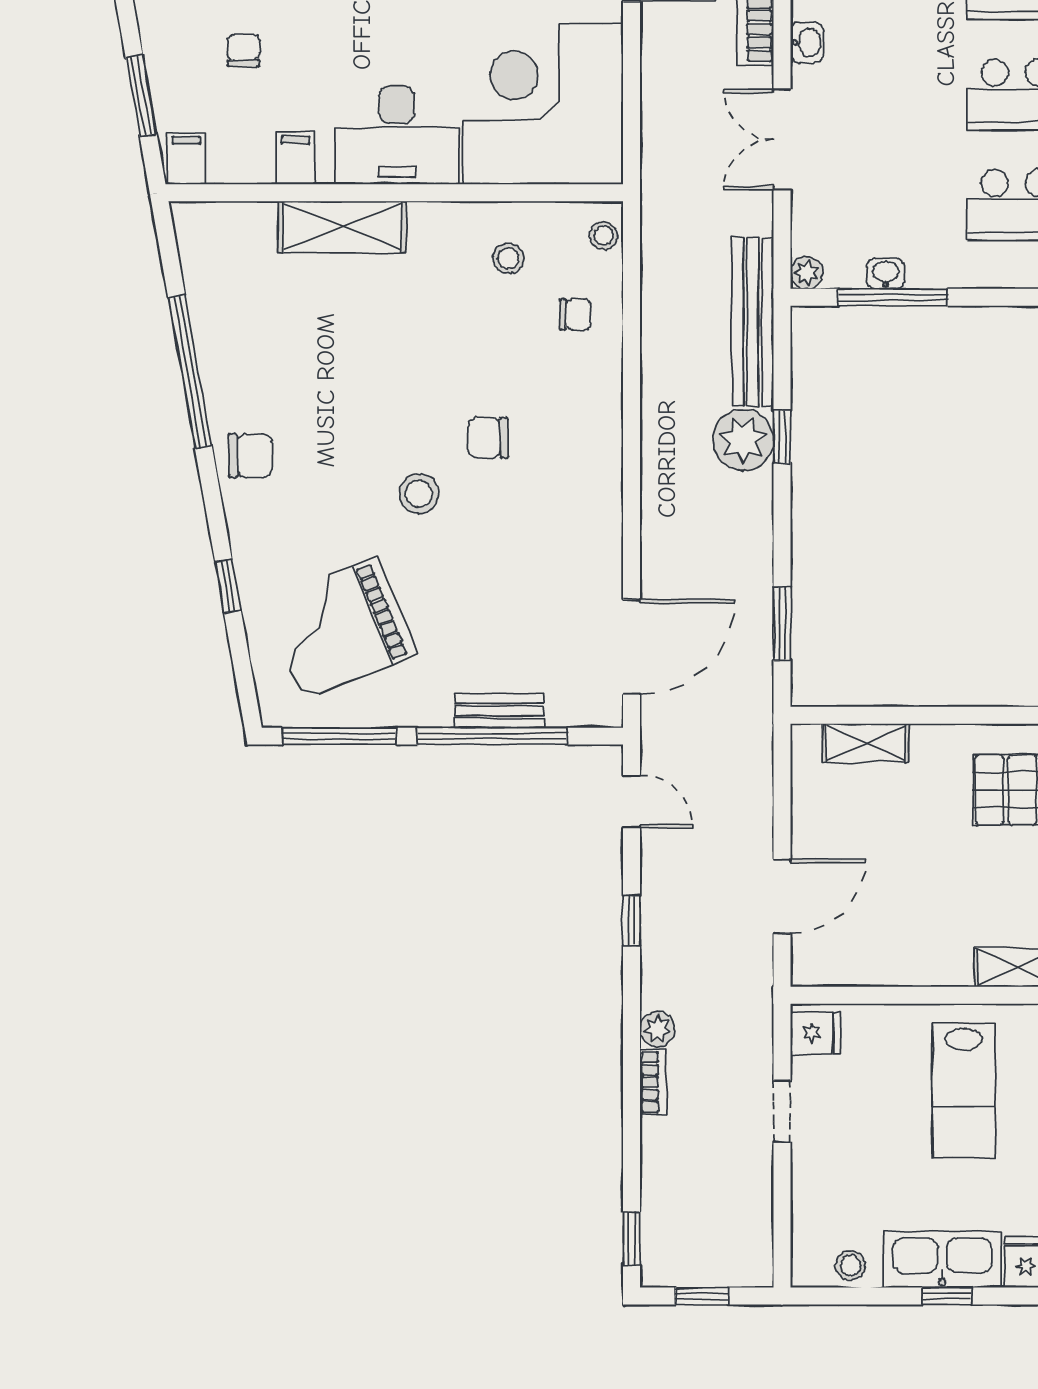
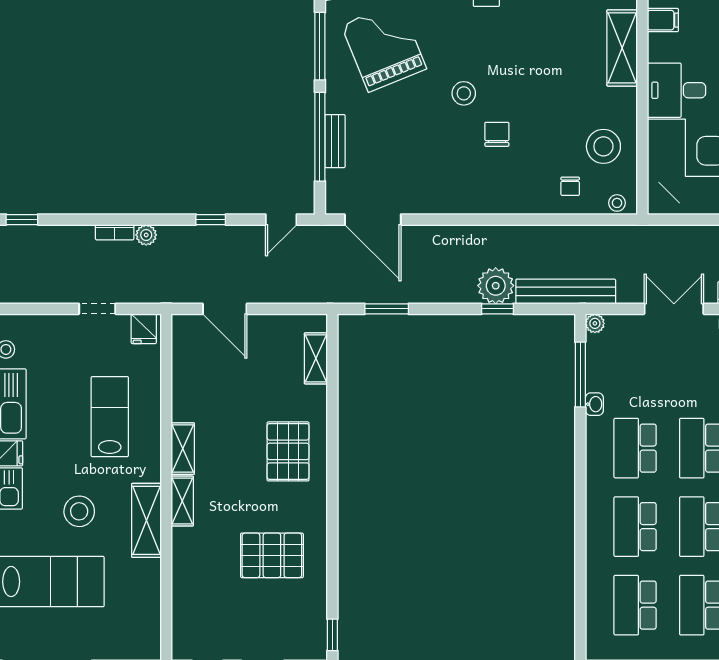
desk: (397, 135) -> (676, 90), width x0.73
stool: (508, 258) -> (603, 146), width x1.89, depth x1.89
washbasin: (886, 274) -> (594, 404), moved
lab bench: (964, 1090) -> (110, 417), turned 90

